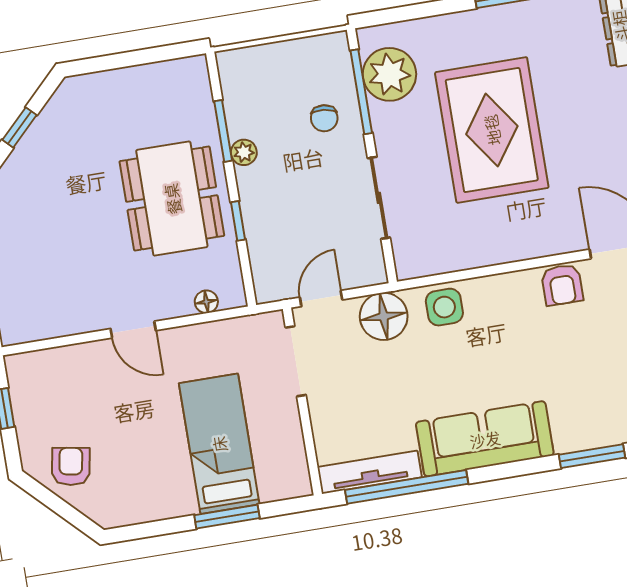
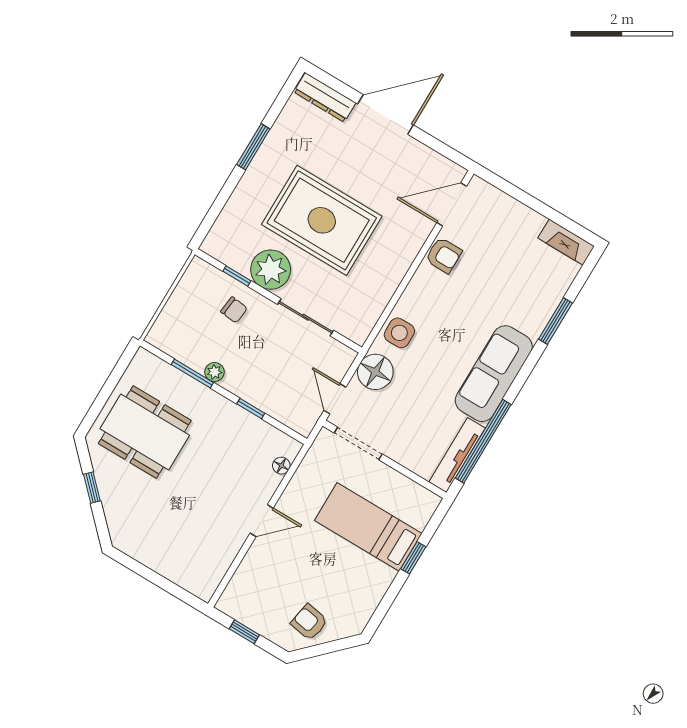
plant: (389, 74) -> (271, 270), moved
window: (361, 92) -> (237, 276), width x0.46
dining table: (172, 199) -> (145, 432), moved
window: (227, 517) -> (413, 558), width x0.67

